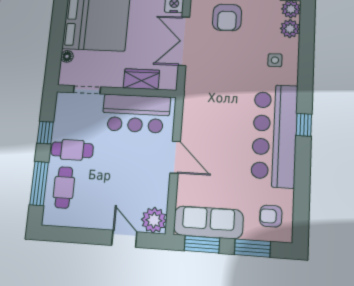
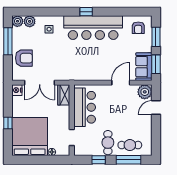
wardrobe: (141, 79) -> (64, 95), moved
door: (175, 157) -> (121, 83), moved
sofa: (208, 222) -> (144, 67), width x0.73

